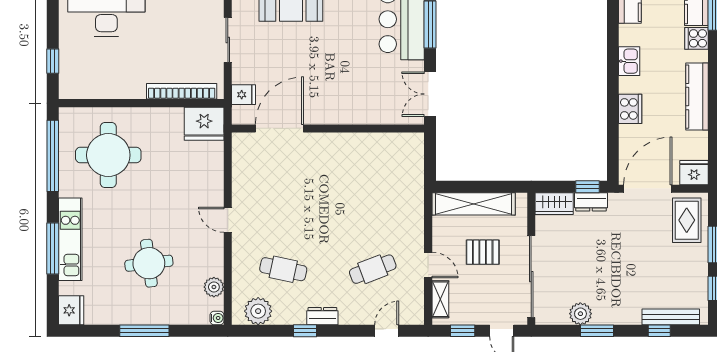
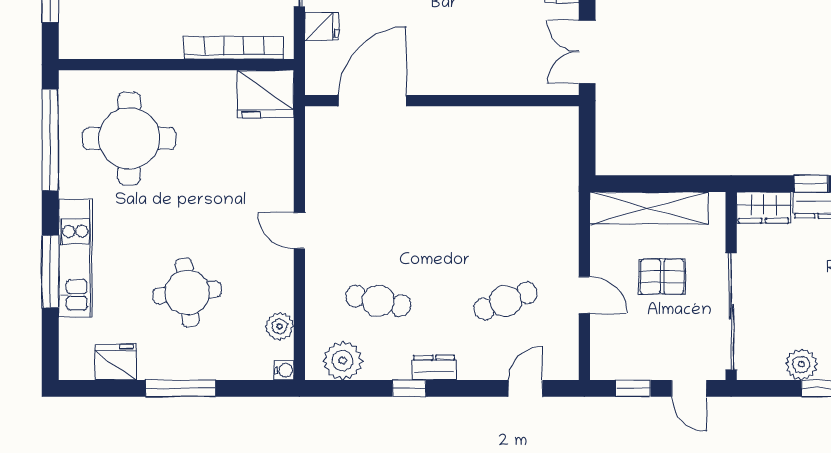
fridge: (244, 95) -> (322, 26), moved
shelving: (440, 299) -> (602, 344), removed
fridge: (71, 310) -> (116, 362), moved, turned -90

